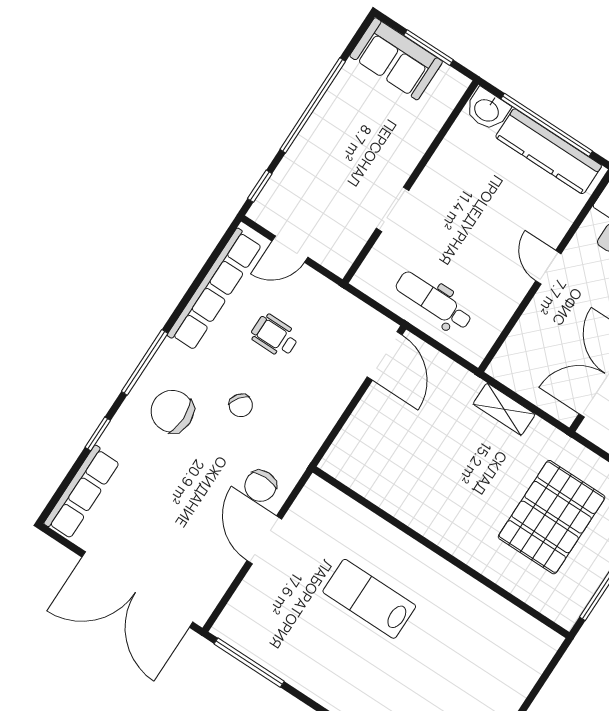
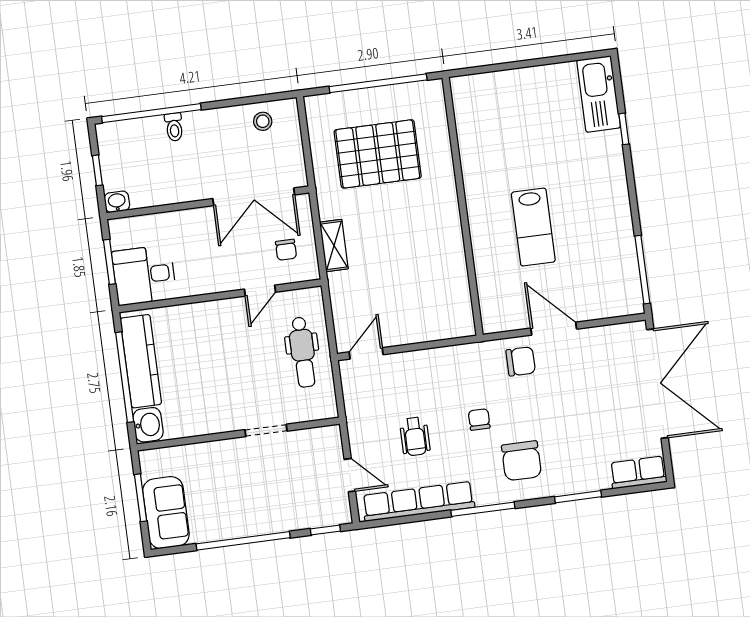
door: (548, 267) -> (260, 291), moved
door: (385, 356) -> (366, 353), width x0.73
window: (145, 362) -> (483, 509), moved
chair: (537, 364) -> (286, 250), added
chair: (241, 405) -> (479, 419), turned -37
window: (98, 434) -> (578, 497), width x1.50
row of seats: (82, 492) -> (638, 472), width x0.68
door: (264, 540) -> (554, 329), swing flipped

